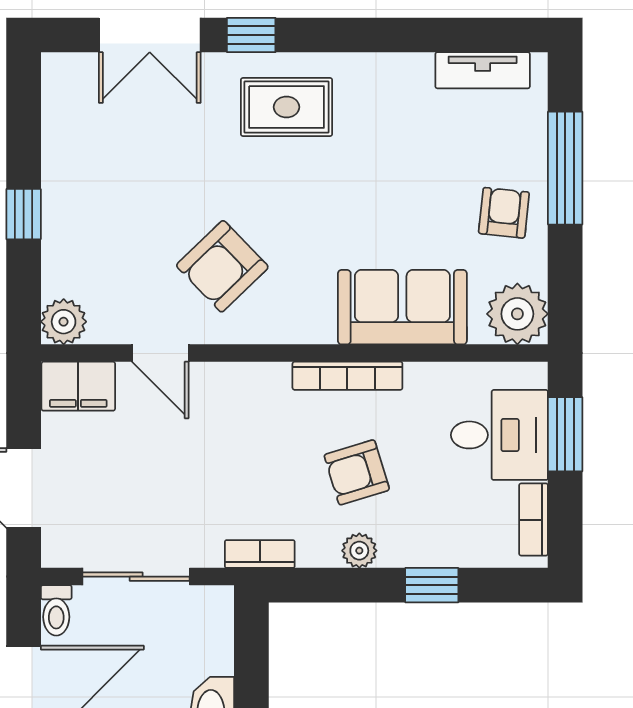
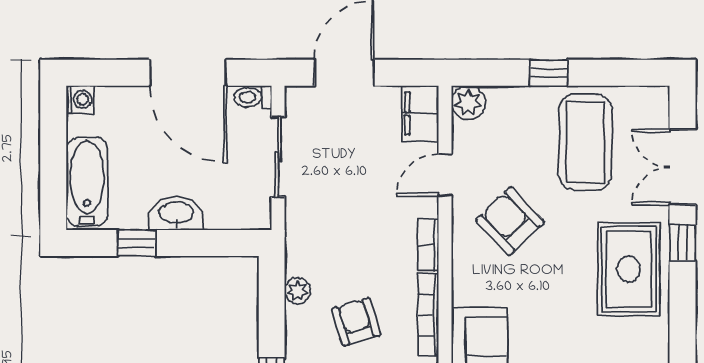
rug: (287, 107) -> (629, 269), width x1.36, depth x1.43
coffee table: (117, 166) -> (585, 142), added
plant: (359, 551) -> (297, 291), moved
bookcase: (260, 554) -> (428, 245), moved, turned 180

